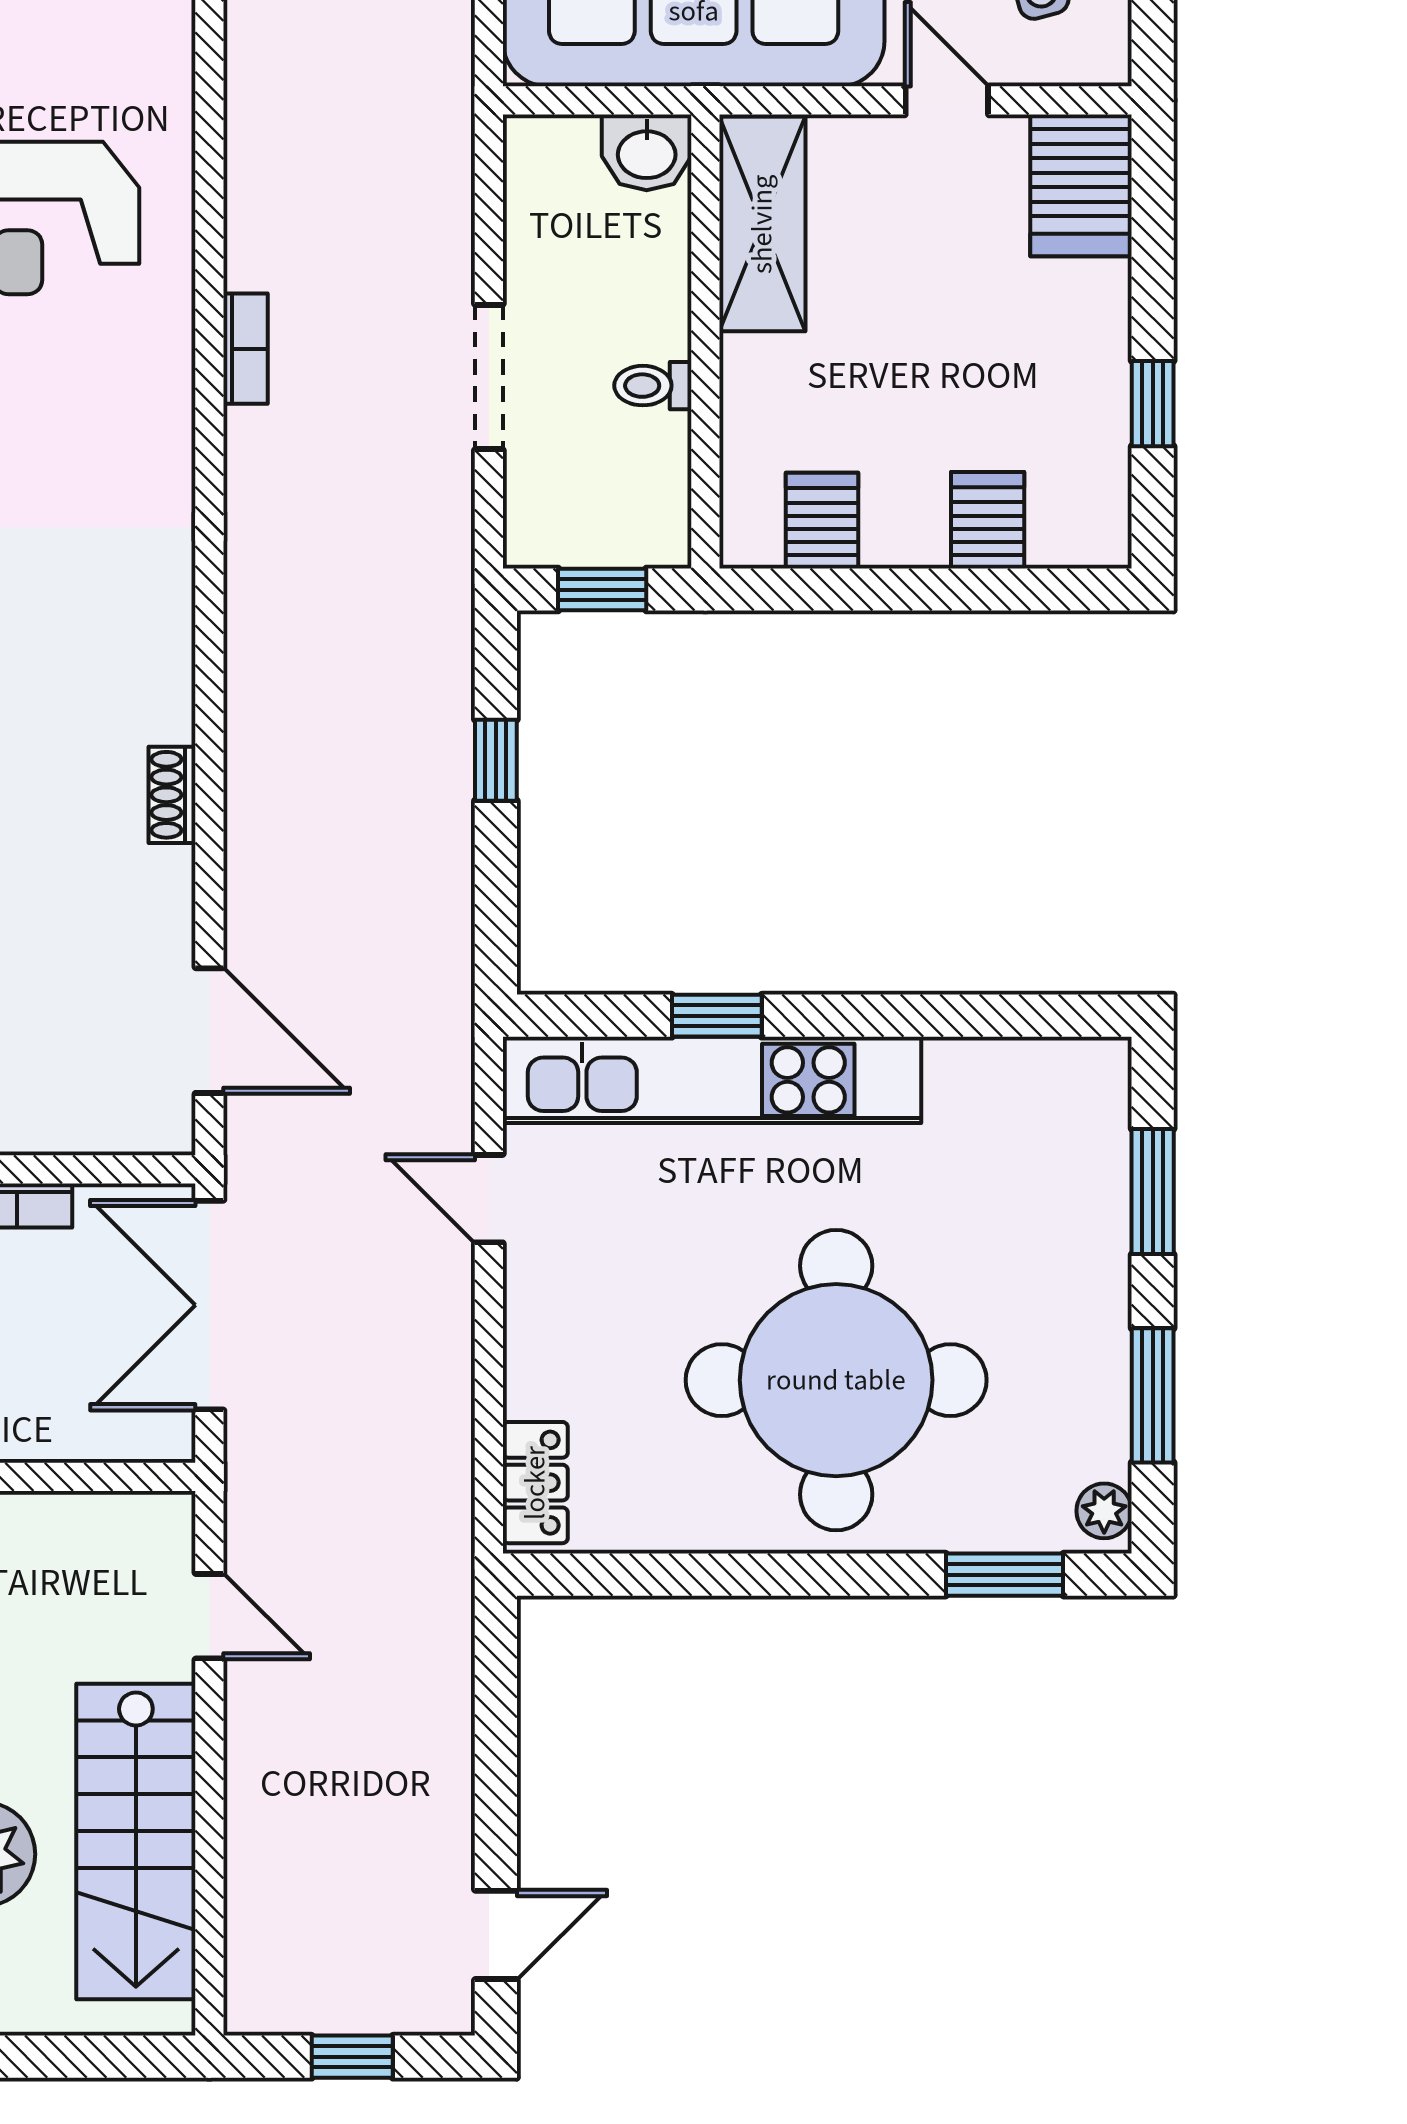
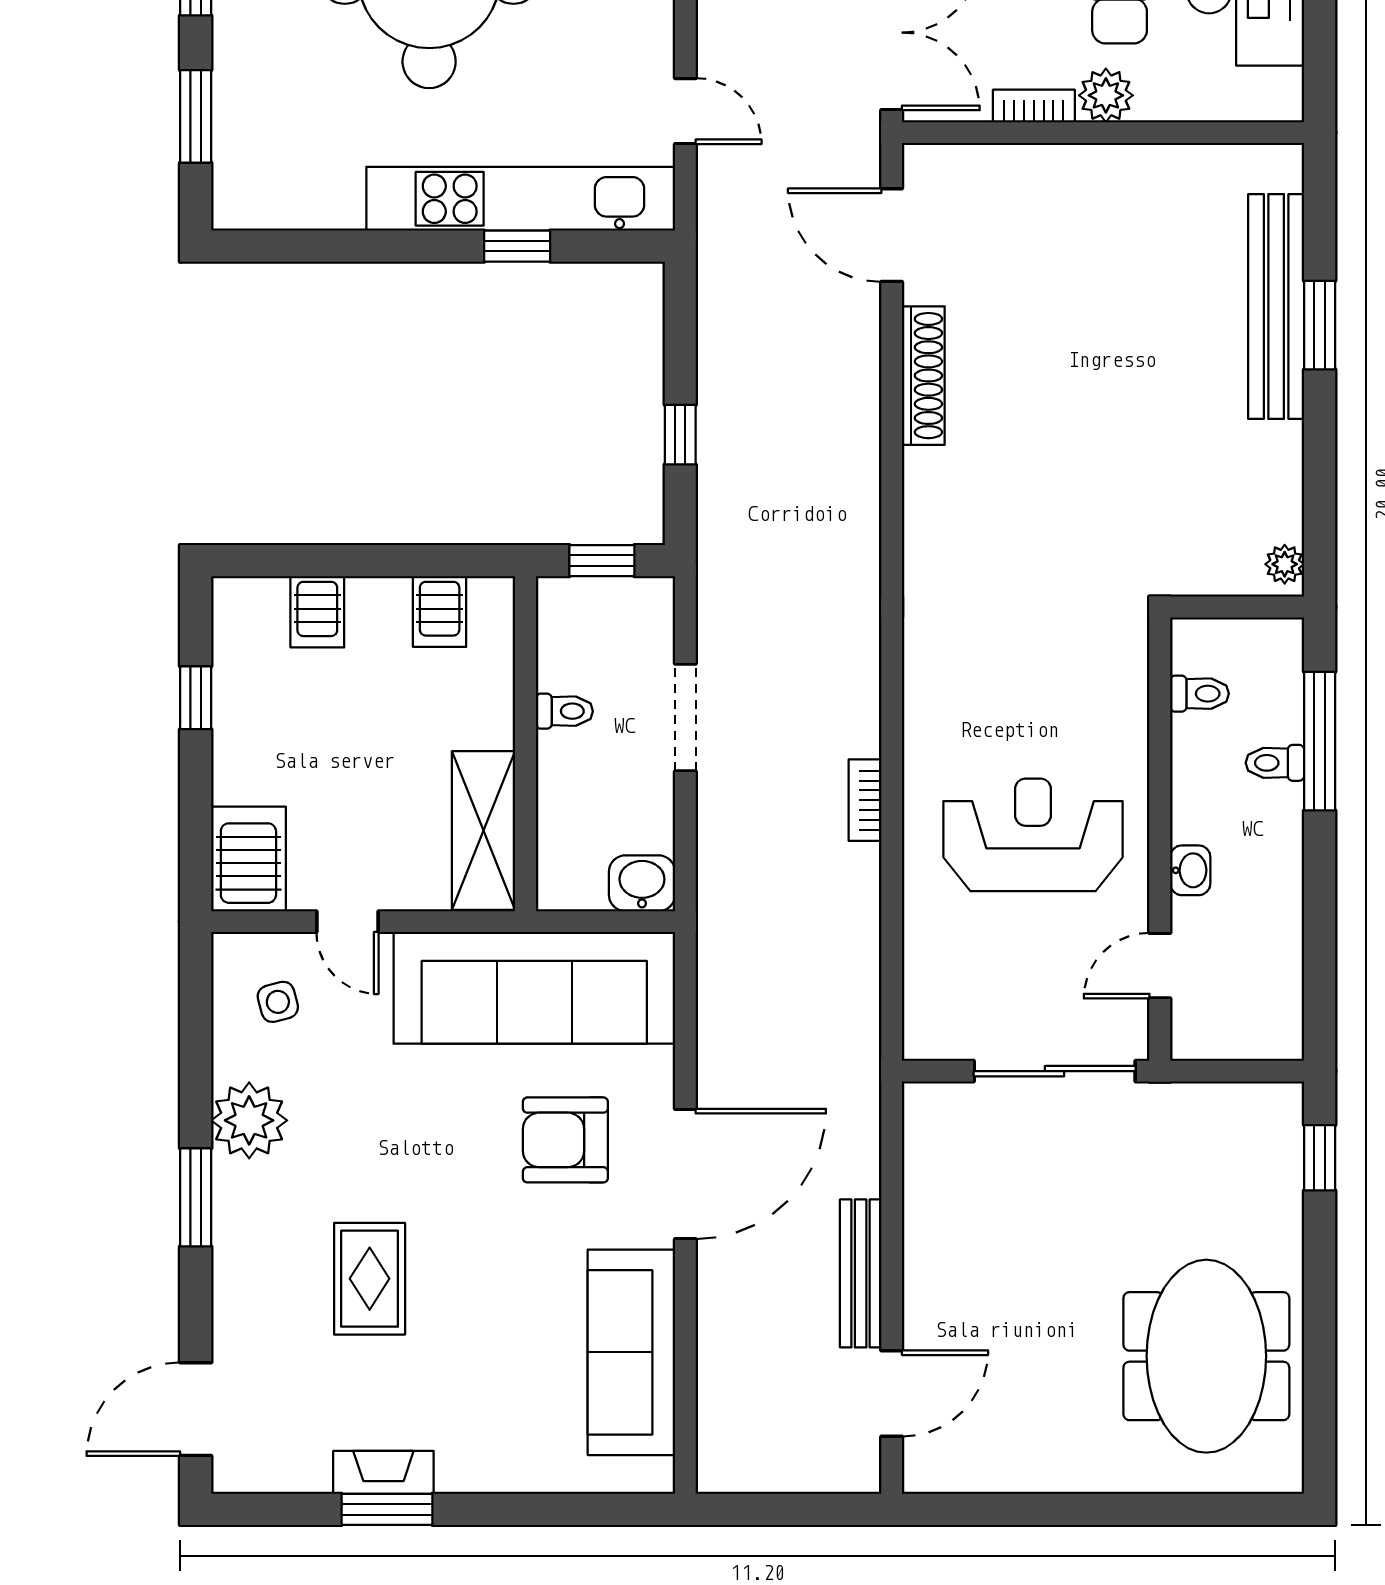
washbasin: (647, 152) -> (642, 883), moved
bookcase: (246, 349) -> (865, 800), moved
shoe rack: (172, 795) -> (923, 376), width x1.94, depth x1.24

